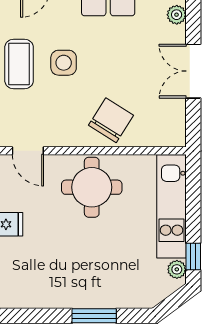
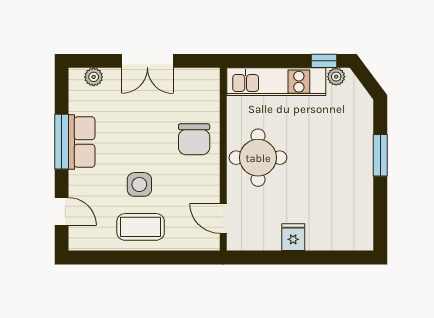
chair: (111, 120) -> (194, 139), turned -122
door: (28, 151) -> (223, 218), swing flipped

